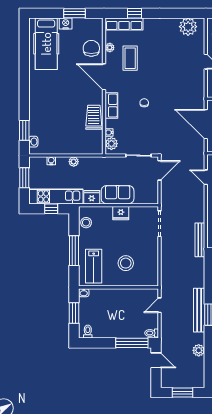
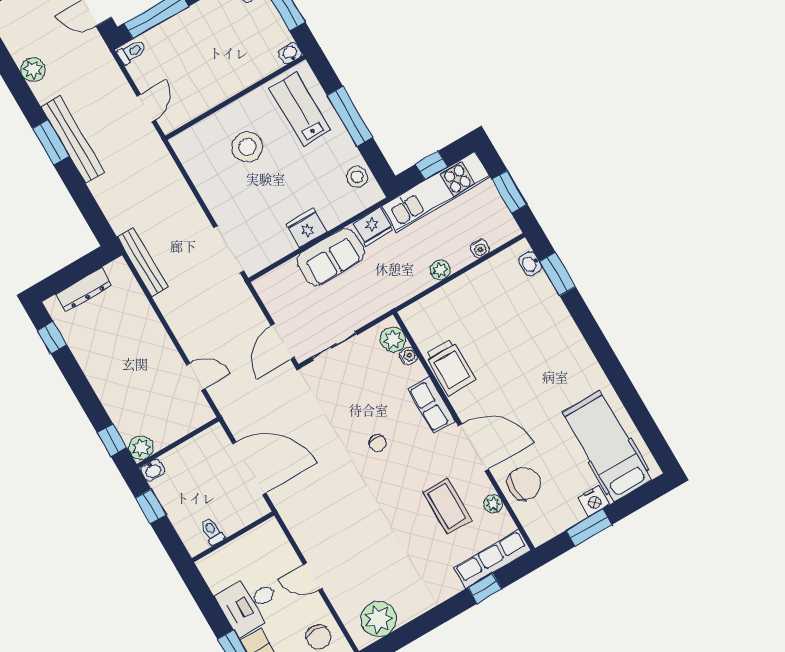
chair: (91, 48) -> (524, 484), turned -90

